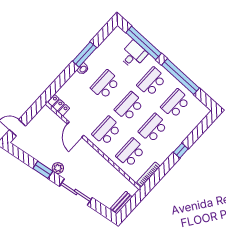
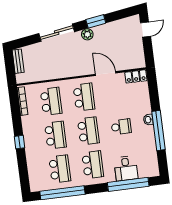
window: (85, 54) -> (158, 130), width x1.46
window: (180, 77) -> (62, 193), moved
school desk: (105, 85) -> (121, 127), width x0.54

